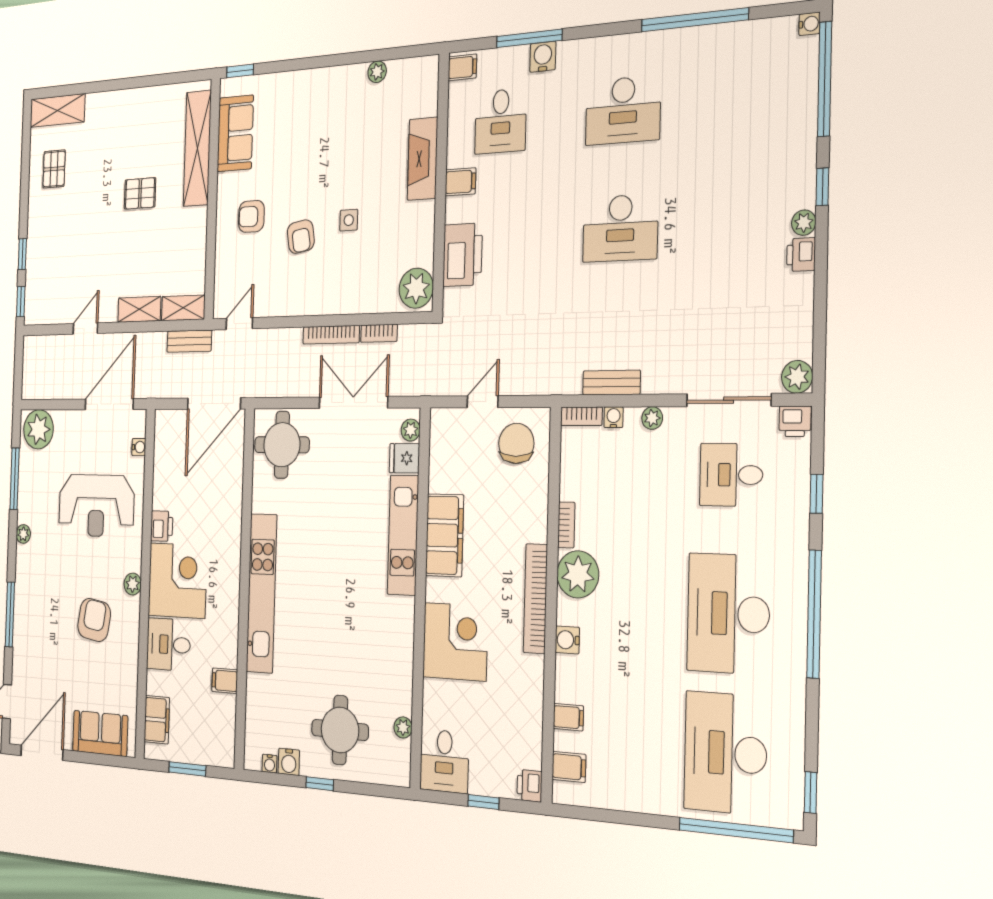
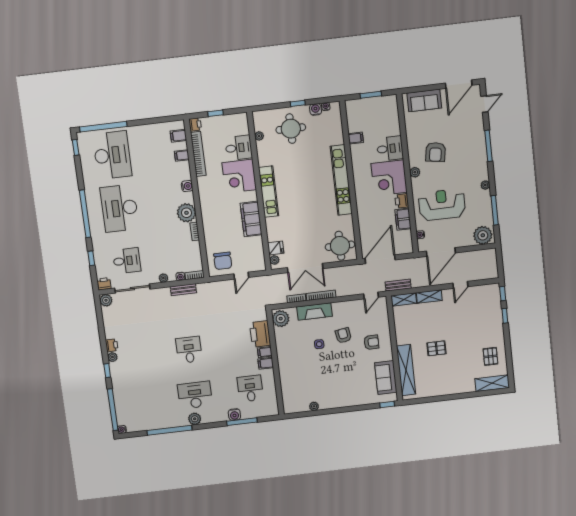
plant: (632, 48) -> (195, 419), added
filing cabinet: (462, 67) -> (265, 352), moved
fireplace: (423, 159) -> (315, 312), moved, turned 90
desk: (620, 228) -> (189, 350), width x0.73
kitchen unit: (403, 535) -> (269, 192), moved
bookcase: (535, 599) -> (198, 154), moved
desk: (728, 614) -> (120, 208), turned 180
filing cabinet: (157, 720) -> (403, 219), moved
desk: (444, 761) -> (239, 148), moved, turned 90

